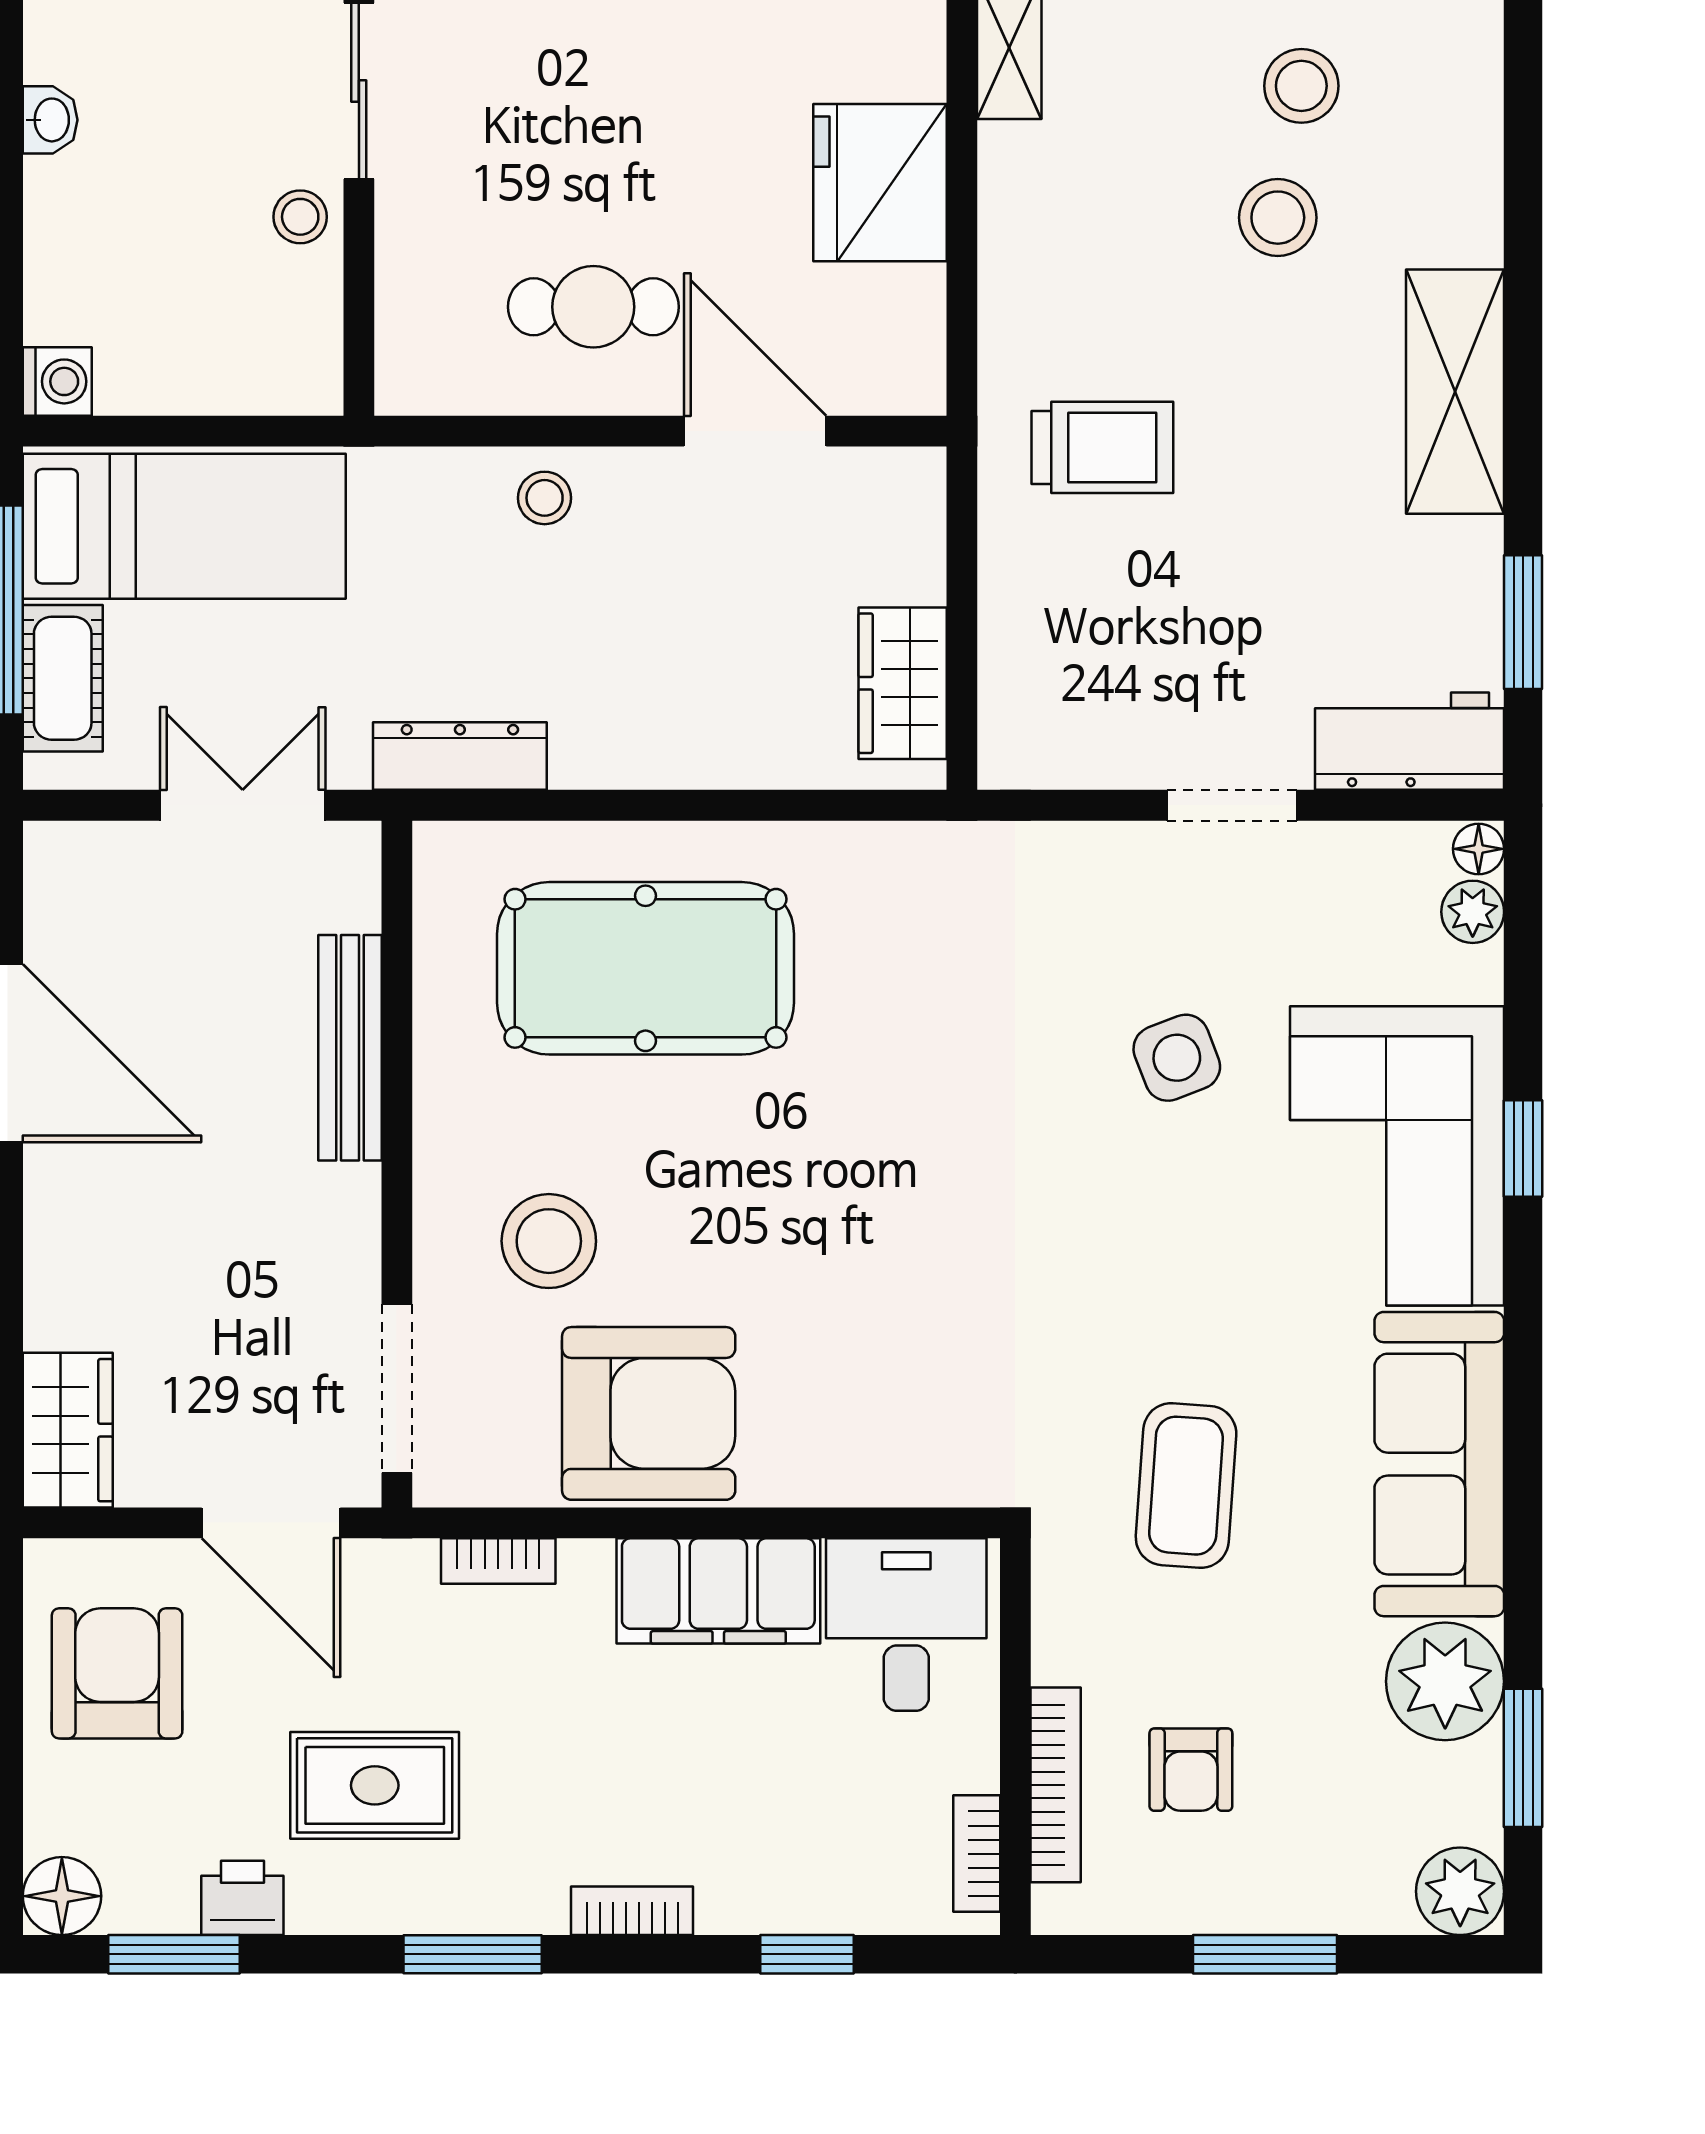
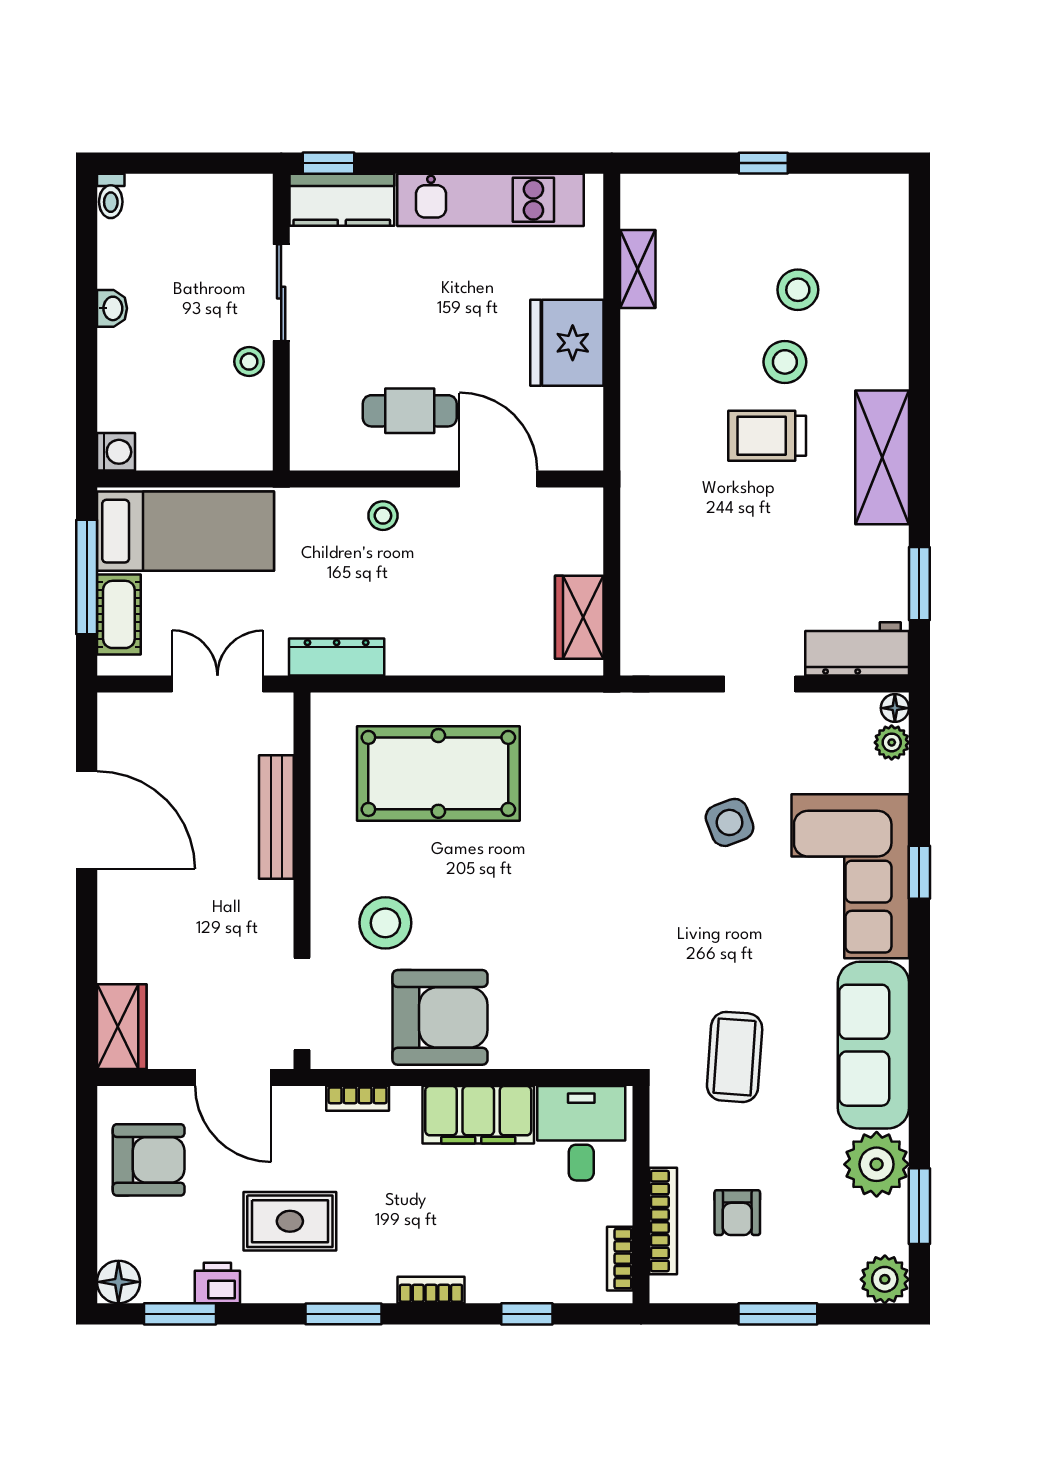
trolley: (1102, 447) -> (767, 436), moved, turned 180
armchair: (117, 1673) -> (149, 1160), turned 90

